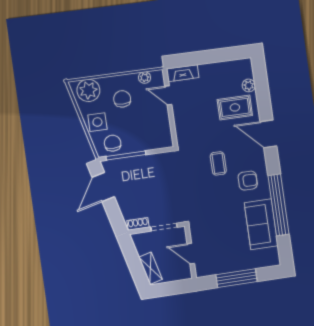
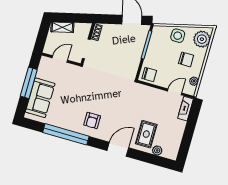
chair: (113, 143) -> (149, 75), moved
coffee table: (218, 163) -> (113, 105), removed
sofa: (261, 224) -> (40, 98), moved, turned 90

